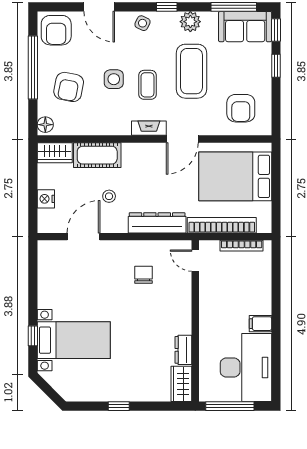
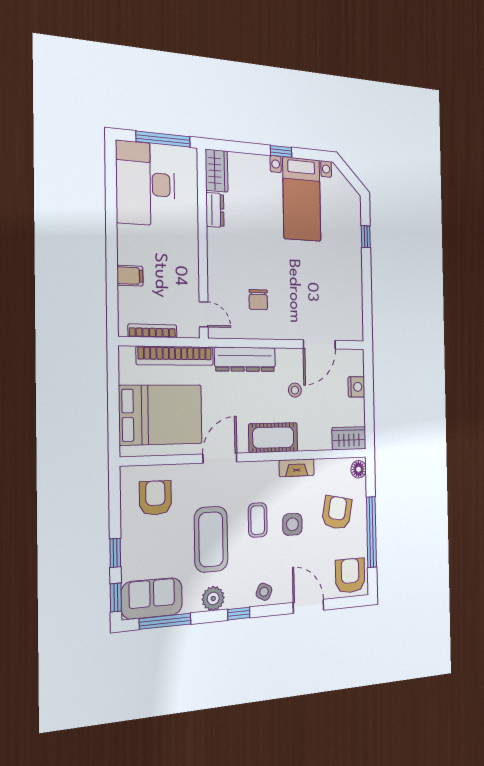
fireplace: (149, 128) -> (297, 468), moved
cot: (97, 155) -> (273, 438), moved
filing cabinet: (261, 324) -> (130, 276), moved
bed with nightstands: (74, 340) -> (302, 199), moved, turned -90

